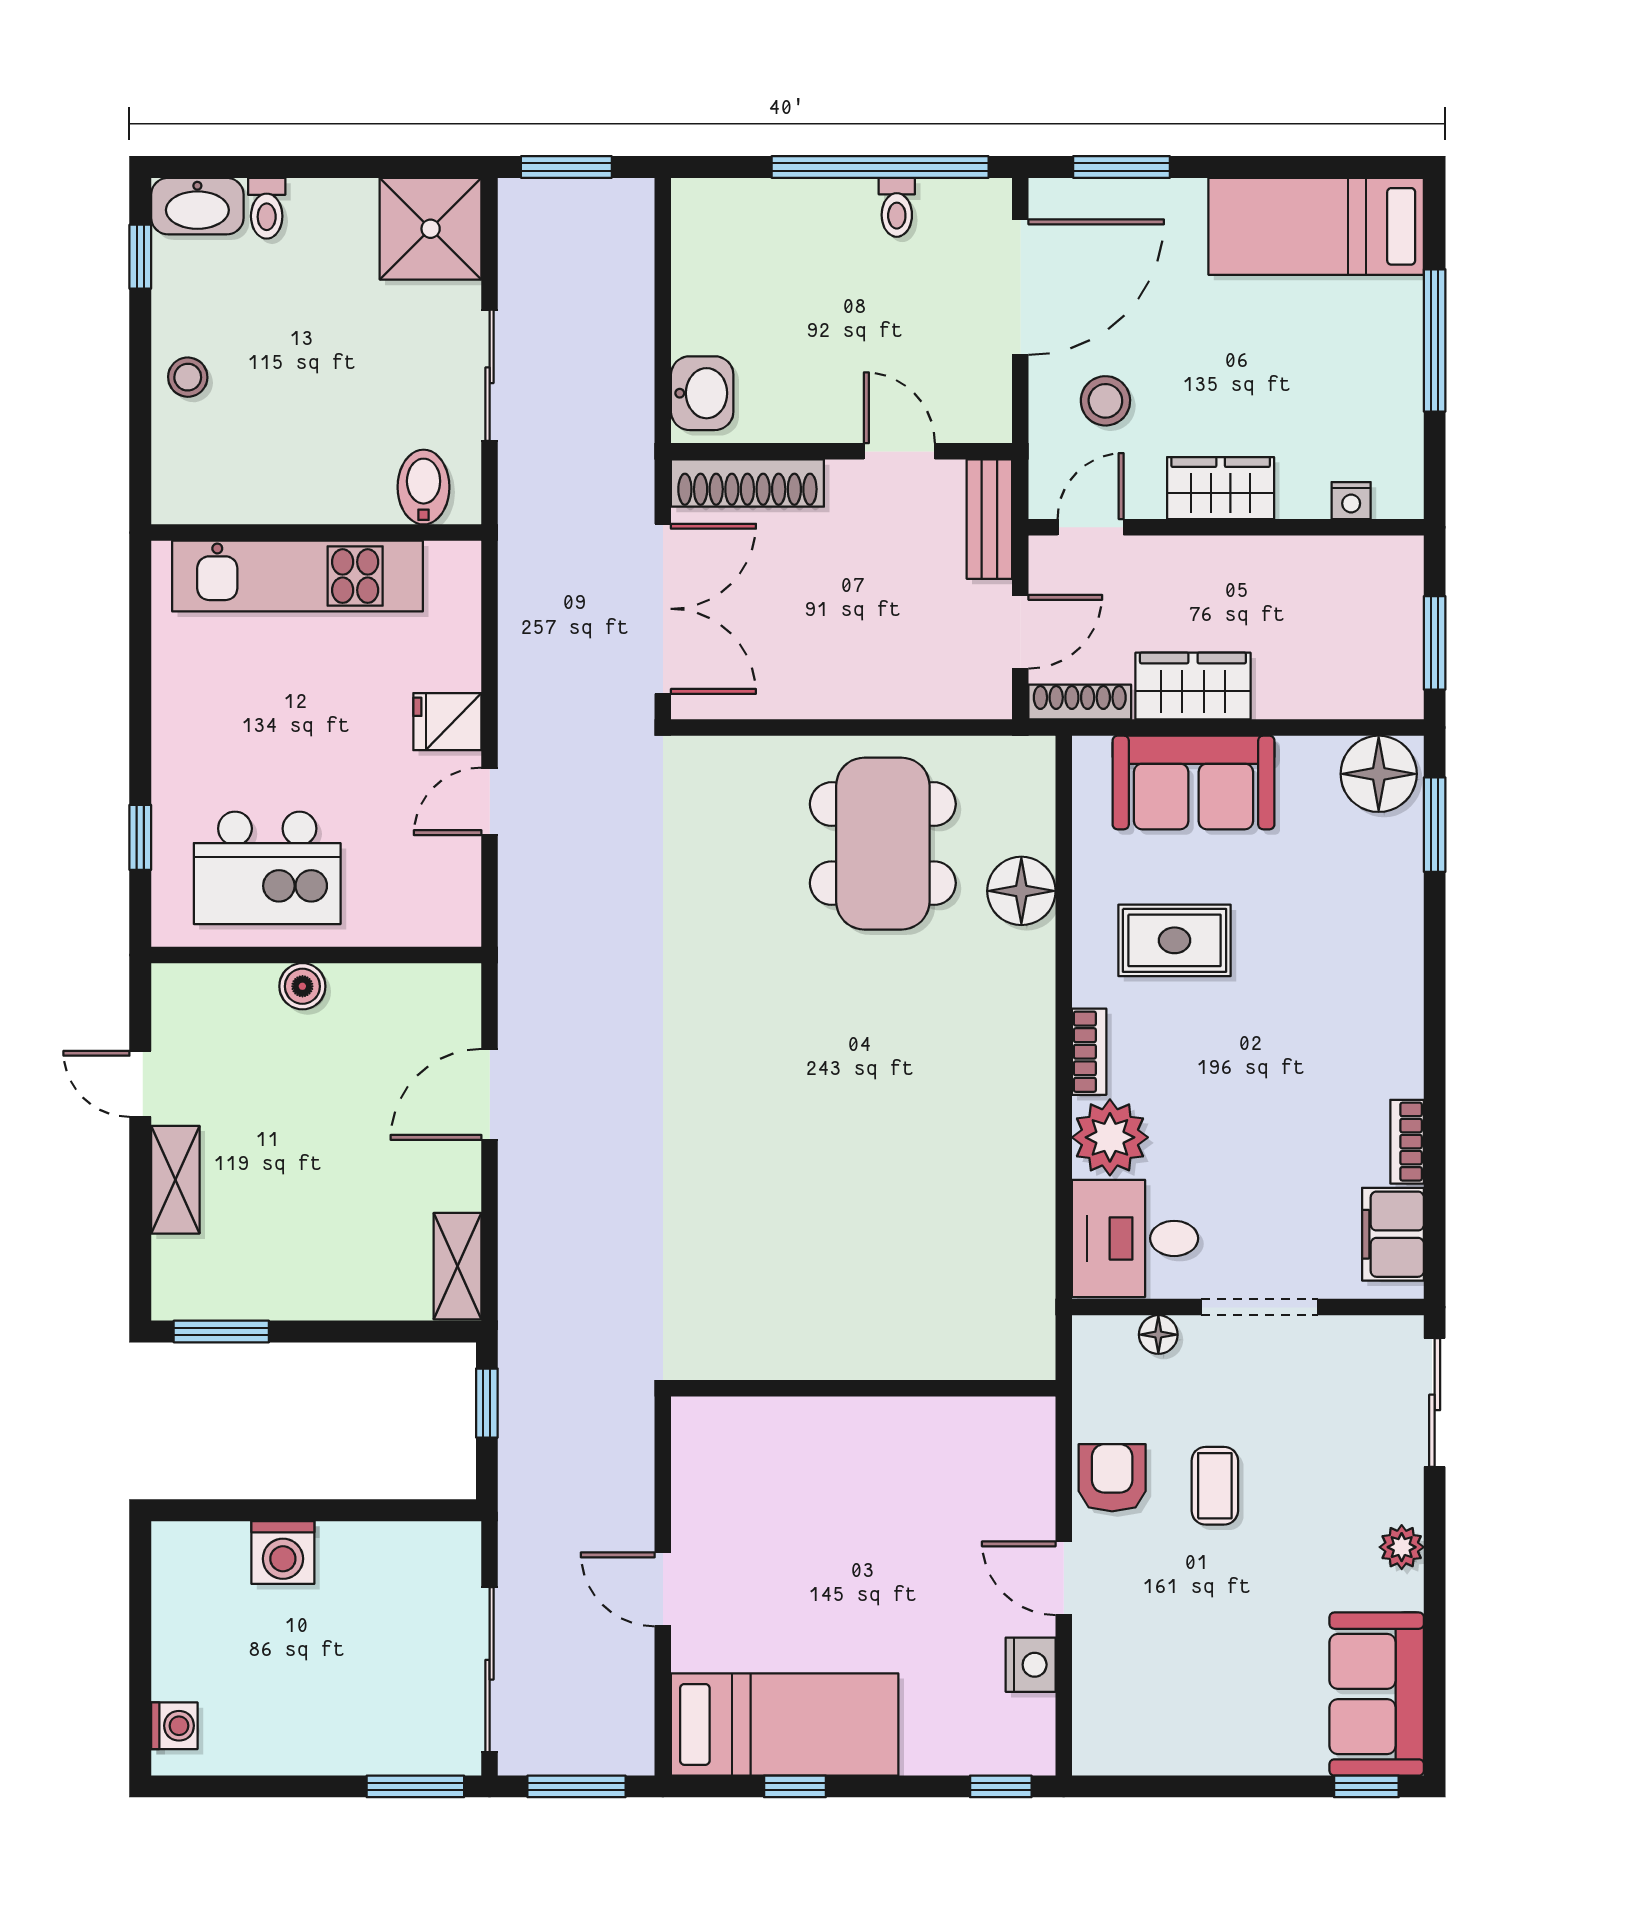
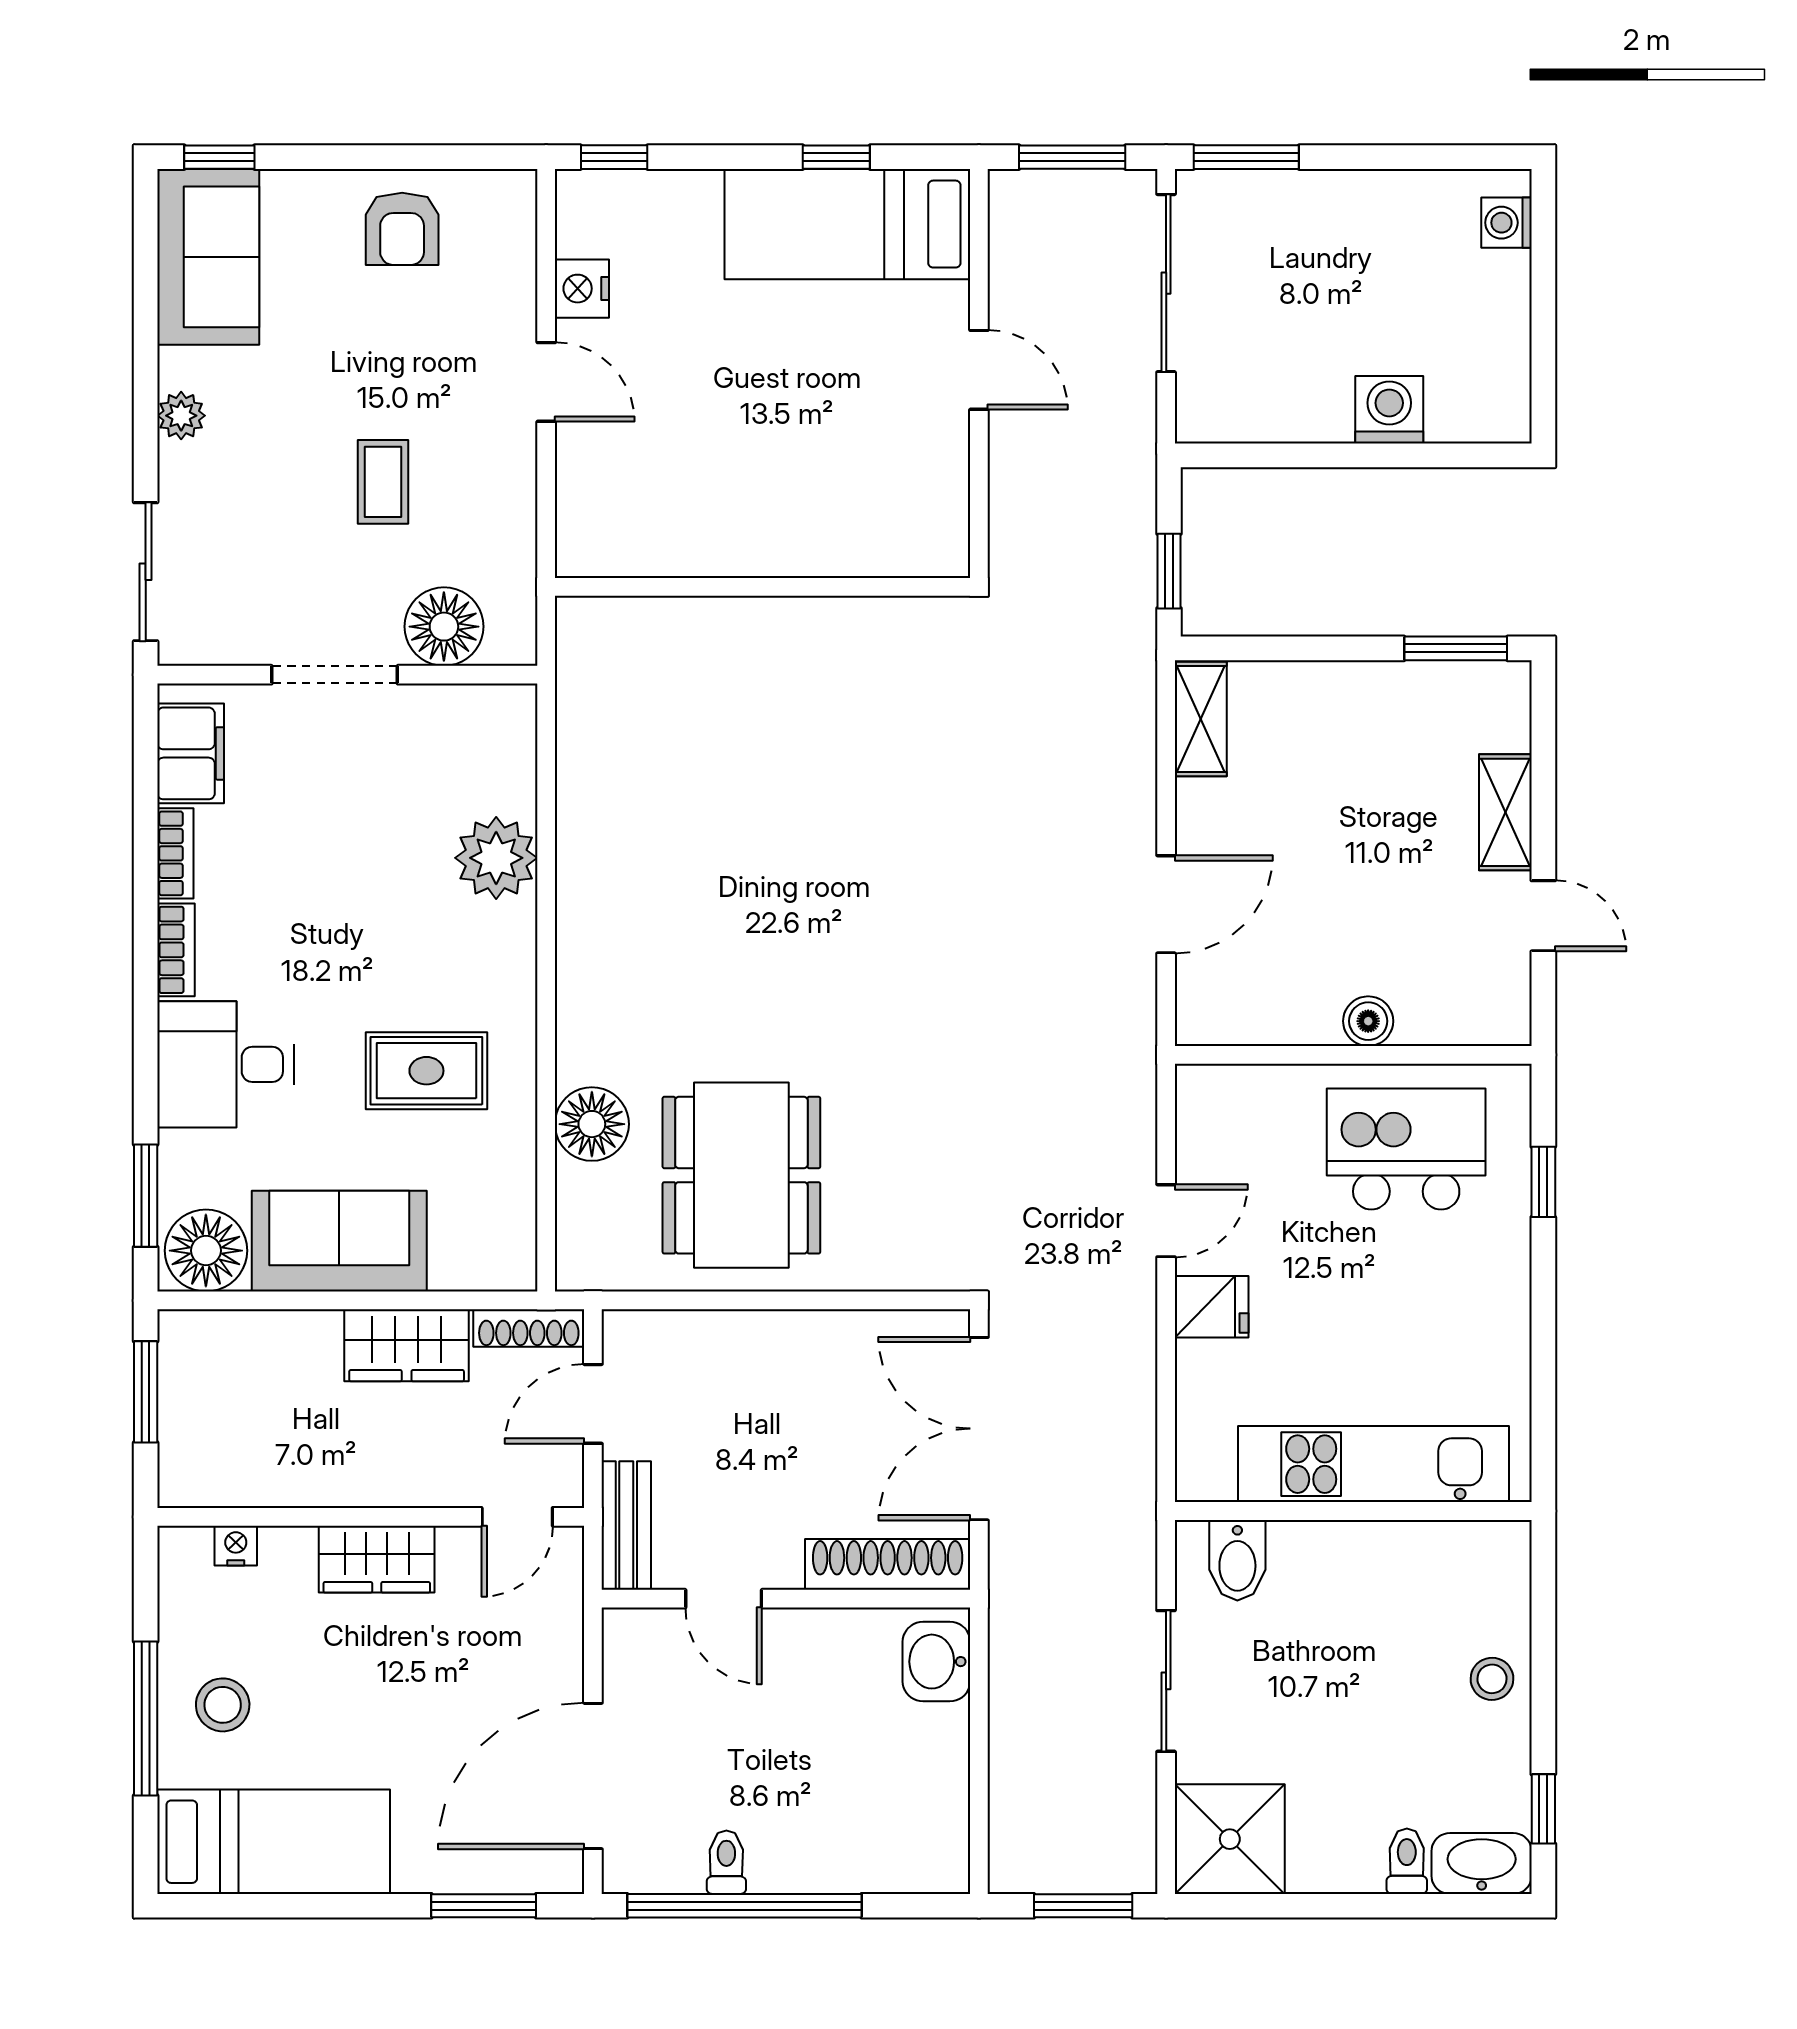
stool: (1105, 401) -> (223, 1705), moved
sofa: (1194, 782) -> (339, 1241), moved
bookcase: (1089, 1052) -> (176, 950), moved, turned 180
desk: (1135, 1238) -> (225, 1064), moved, turned 180
floor lamp: (1158, 1335) -> (444, 627), width x1.89, depth x1.89
armchair: (1112, 1478) -> (402, 229), moved

